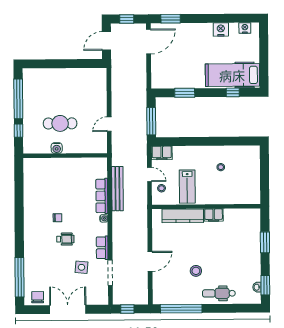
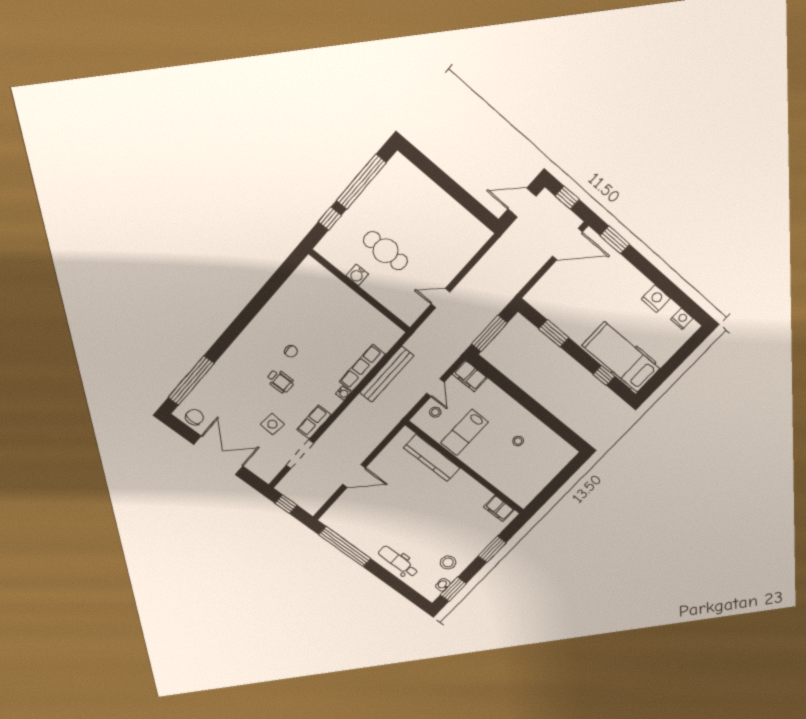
filing cabinet: (214, 215) -> (499, 508), moved
stool: (196, 271) -> (448, 562), moved

